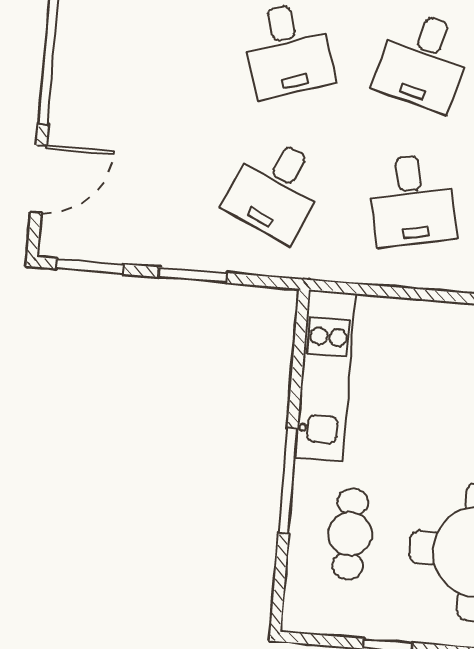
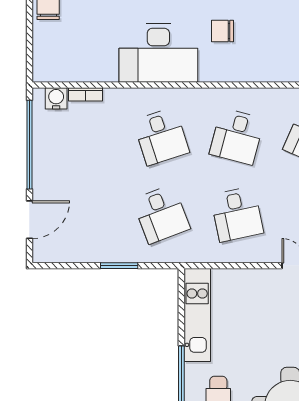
desk: (276, 189) -> (161, 214), turned -45
window: (90, 266) -> (62, 266), removed

